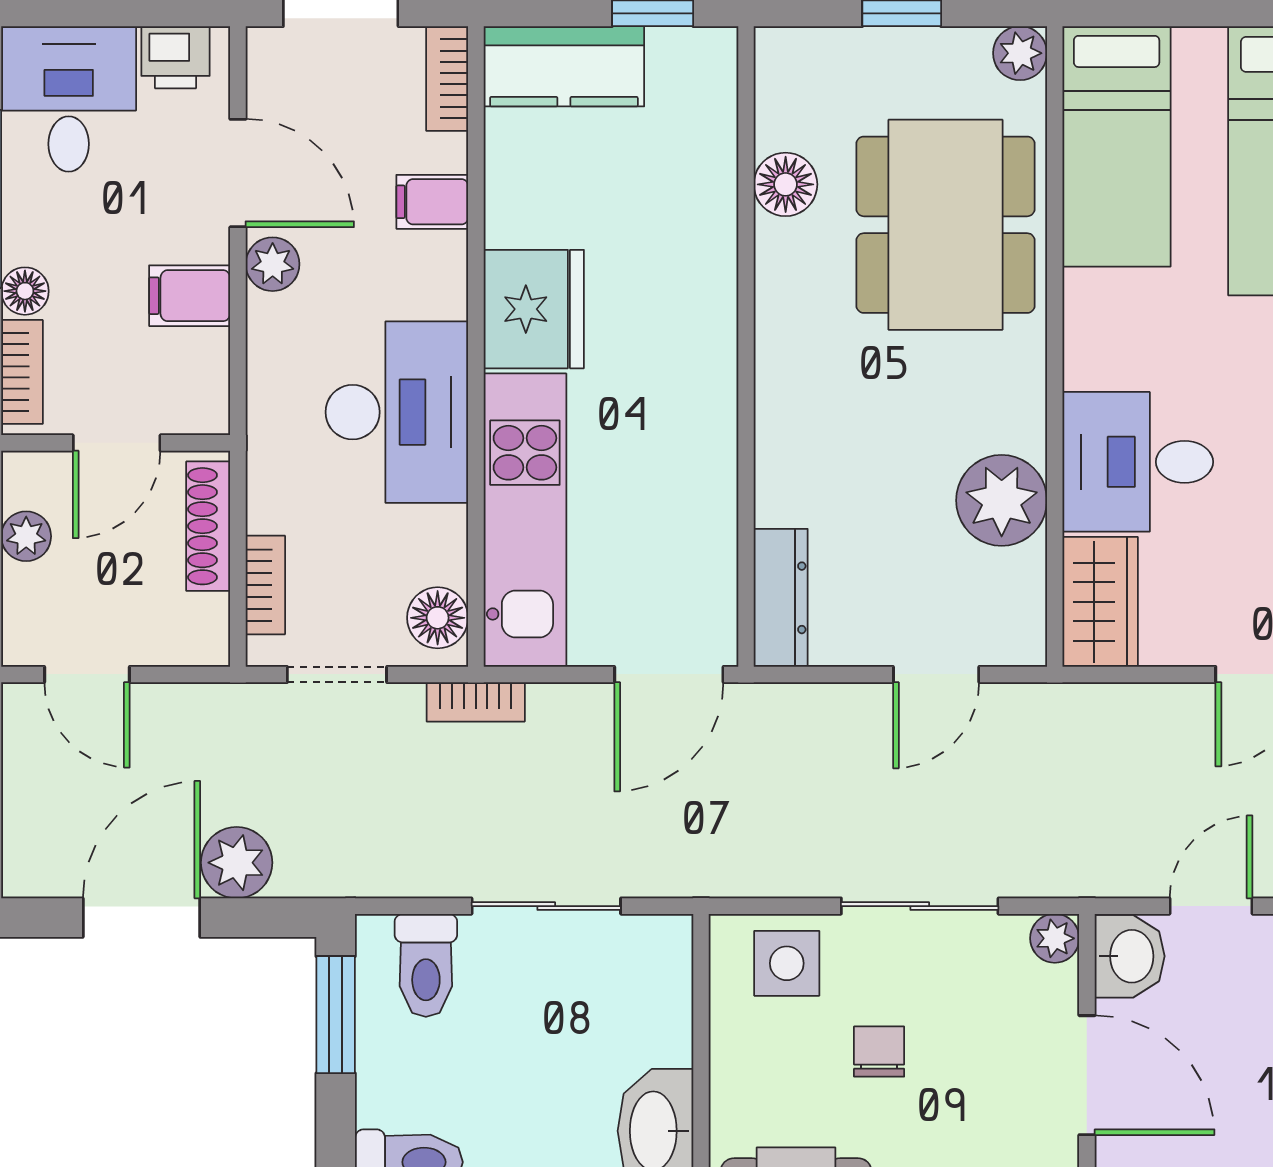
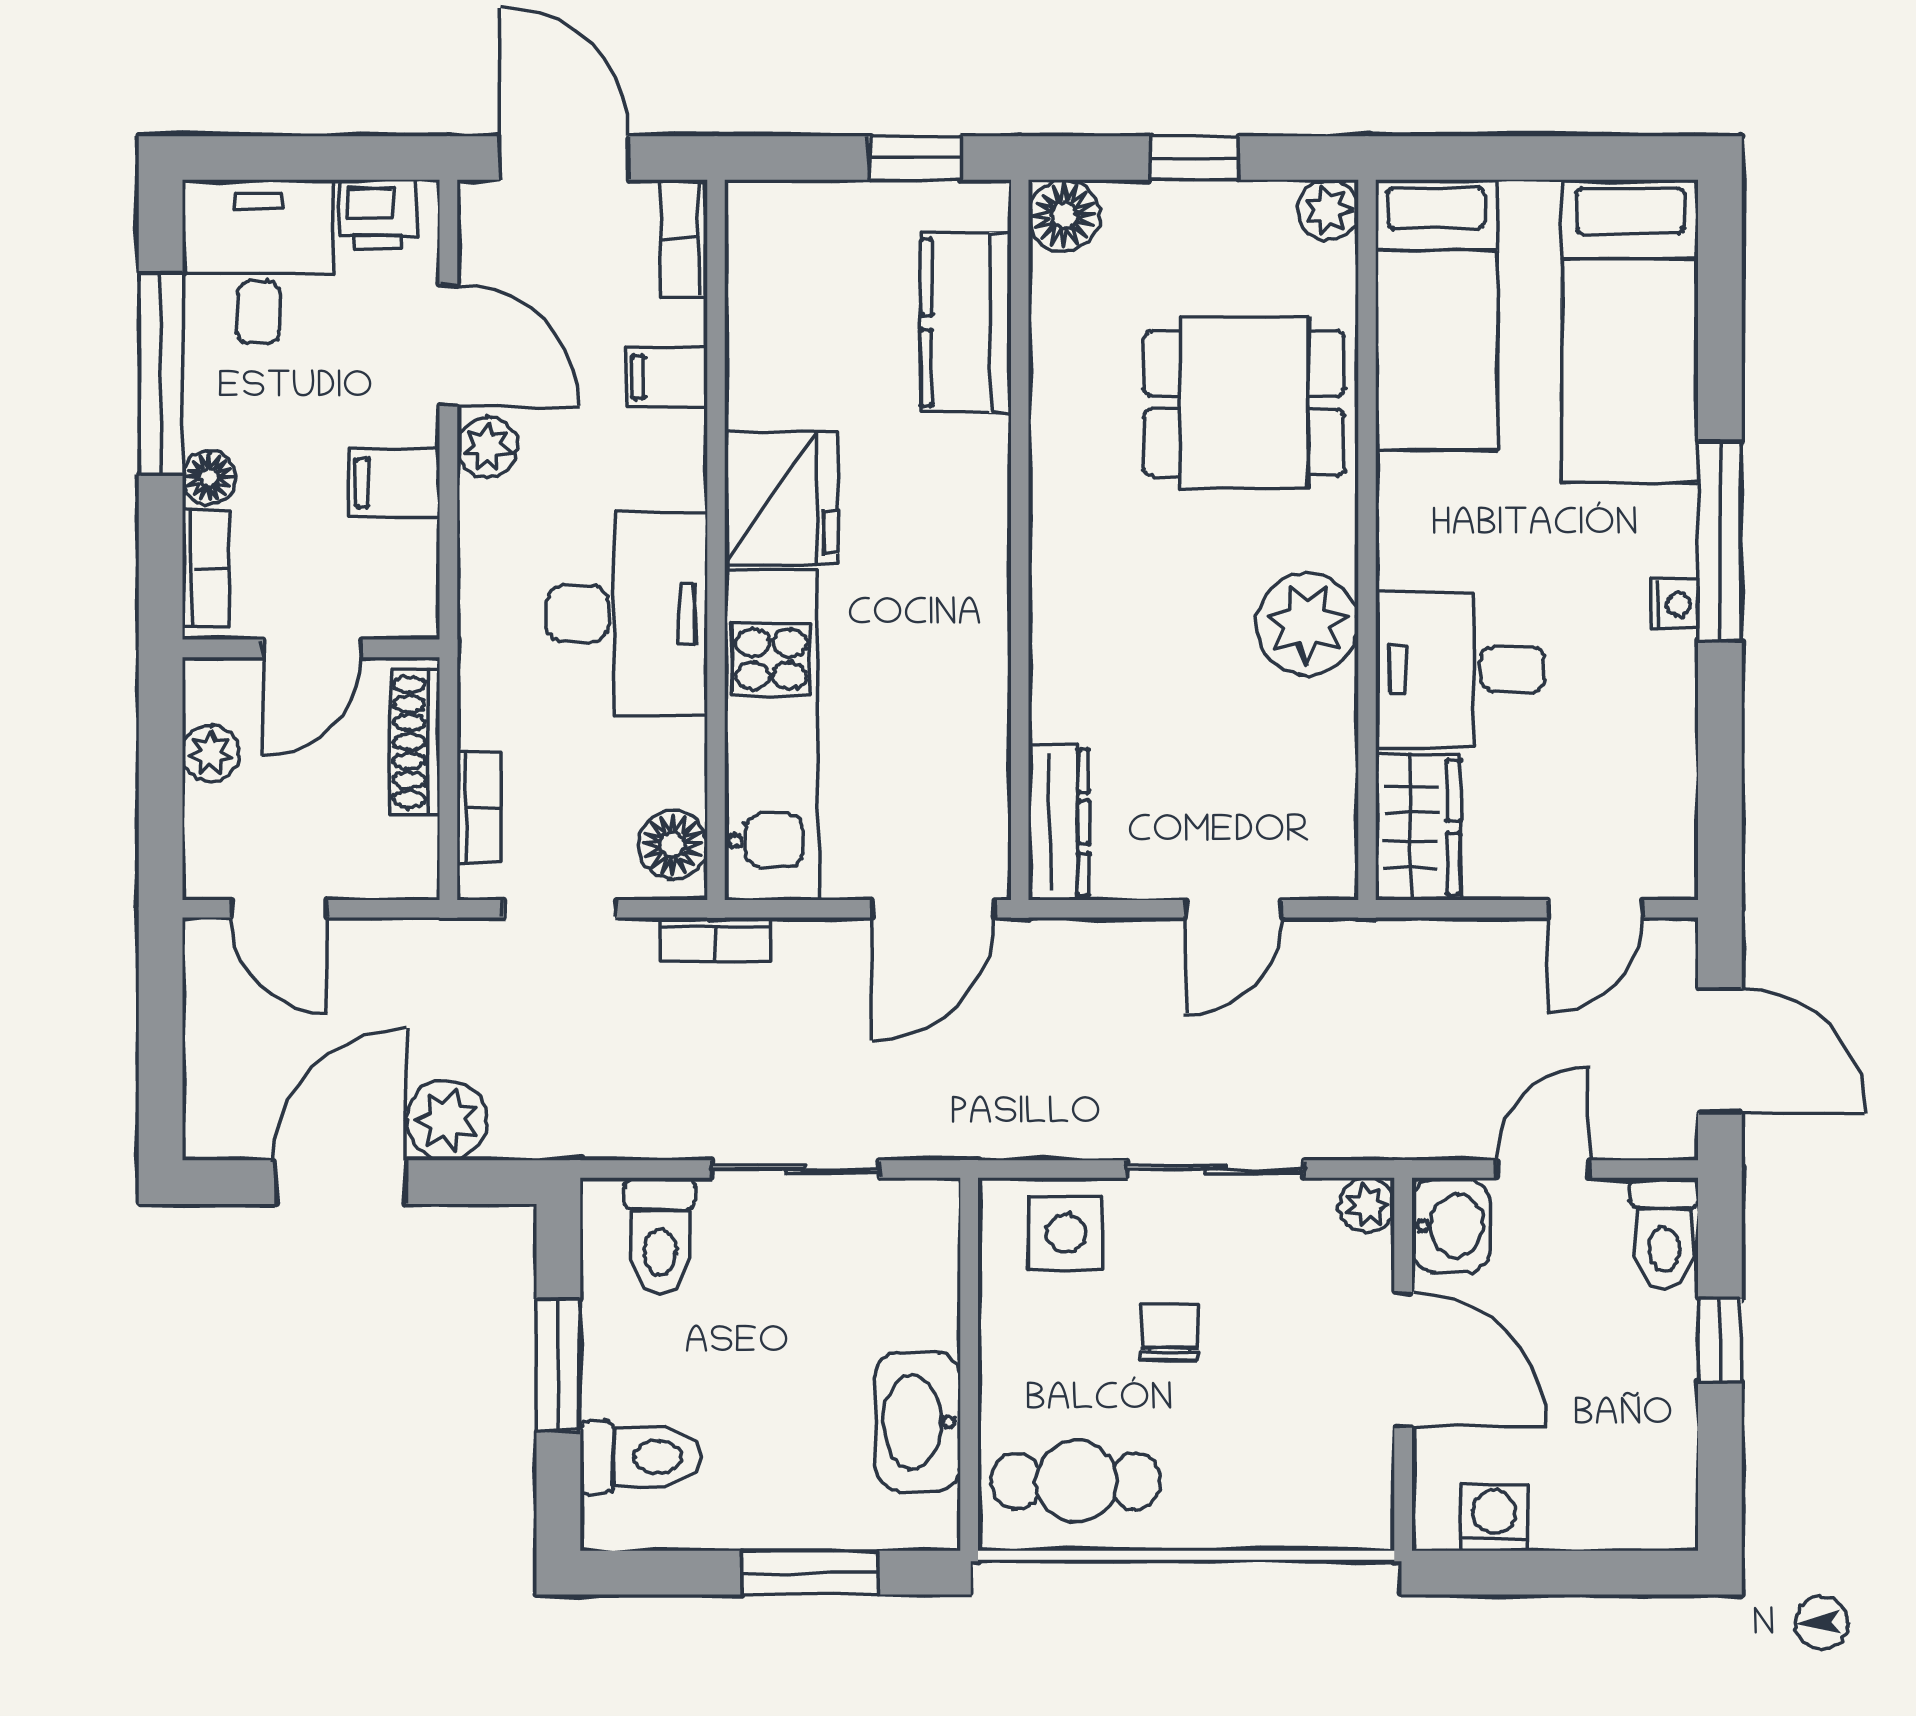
kitchen counter: (564, 66) -> (966, 322), moved, turned 90
floor lamp: (786, 184) -> (1064, 215), moved
dining table: (946, 225) -> (1244, 403), width x0.73
plant: (1002, 500) -> (1307, 624), moved
window: (336, 1015) -> (558, 1365), moved

